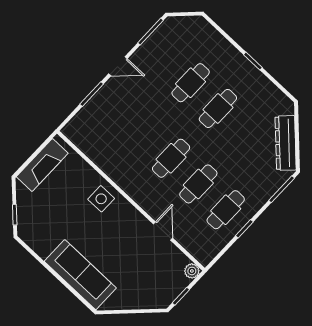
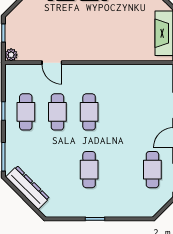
cafe table: (191, 83) -> (152, 170), moved
side table: (101, 199) -> (109, 47), removed

